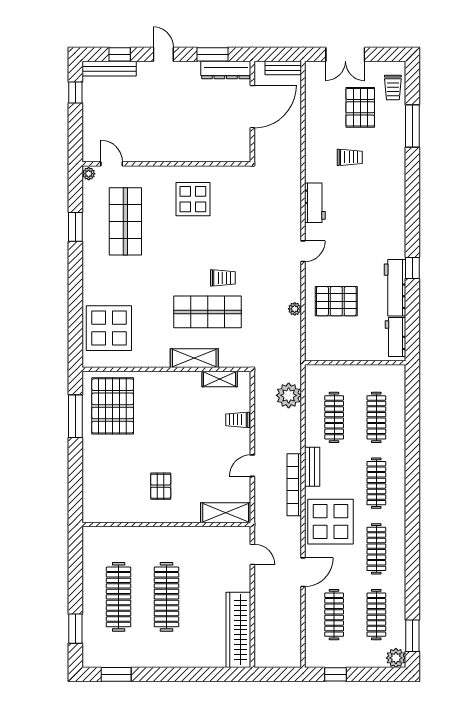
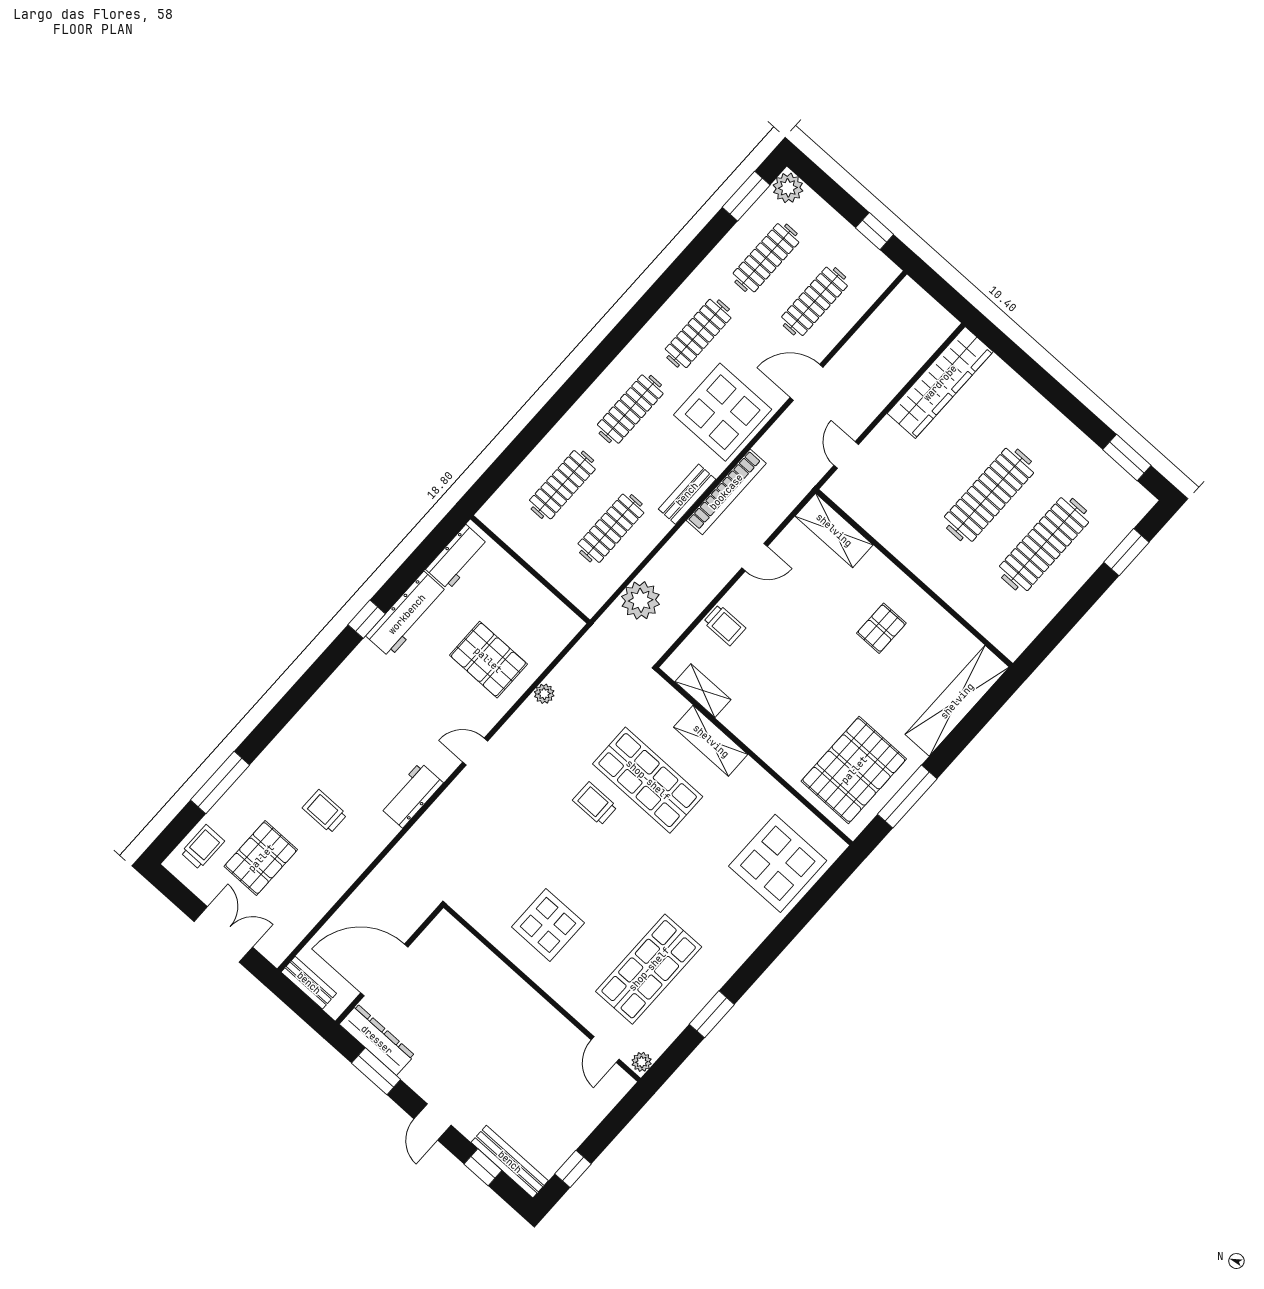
shelving: (93, 484) -> (957, 701), added

